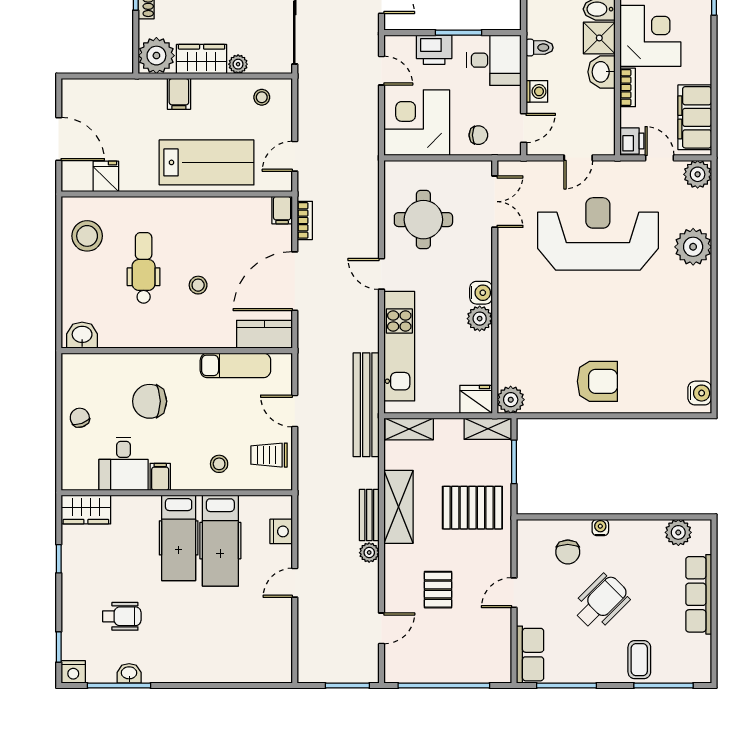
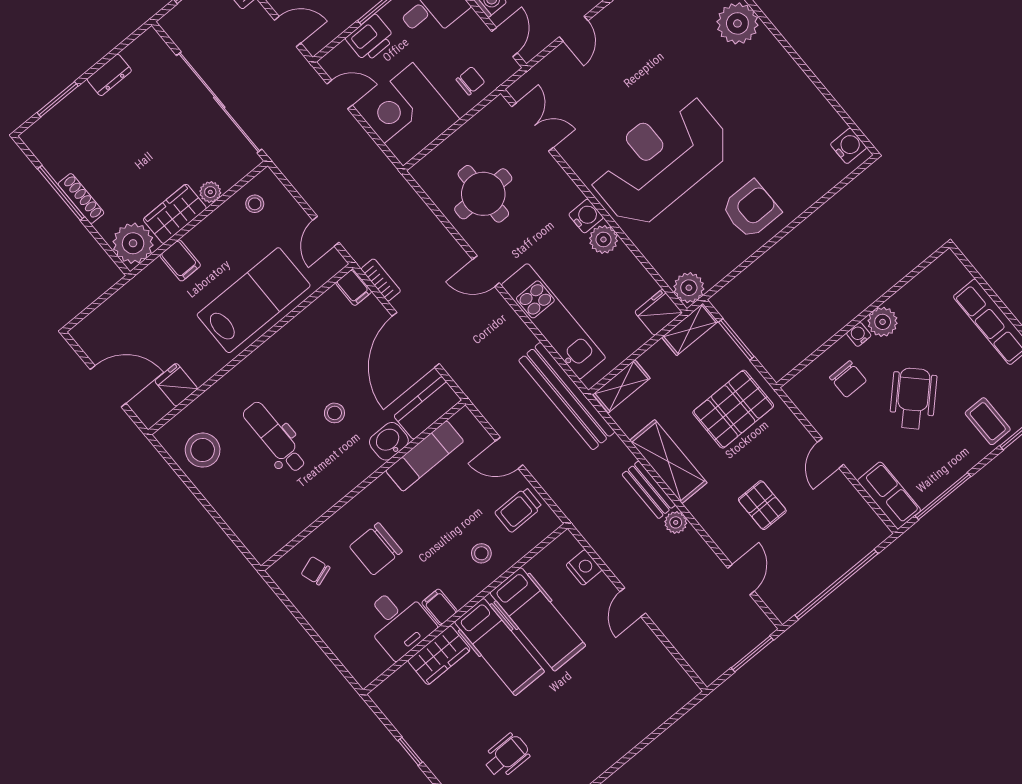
reception desk: (598, 234) -> (660, 160), moved
washbasin: (82, 335) -> (389, 441), moved
chair: (80, 418) -> (316, 571), moved
wardrobe: (86, 510) -> (439, 655), moved
plant: (678, 532) -> (883, 322), moved

